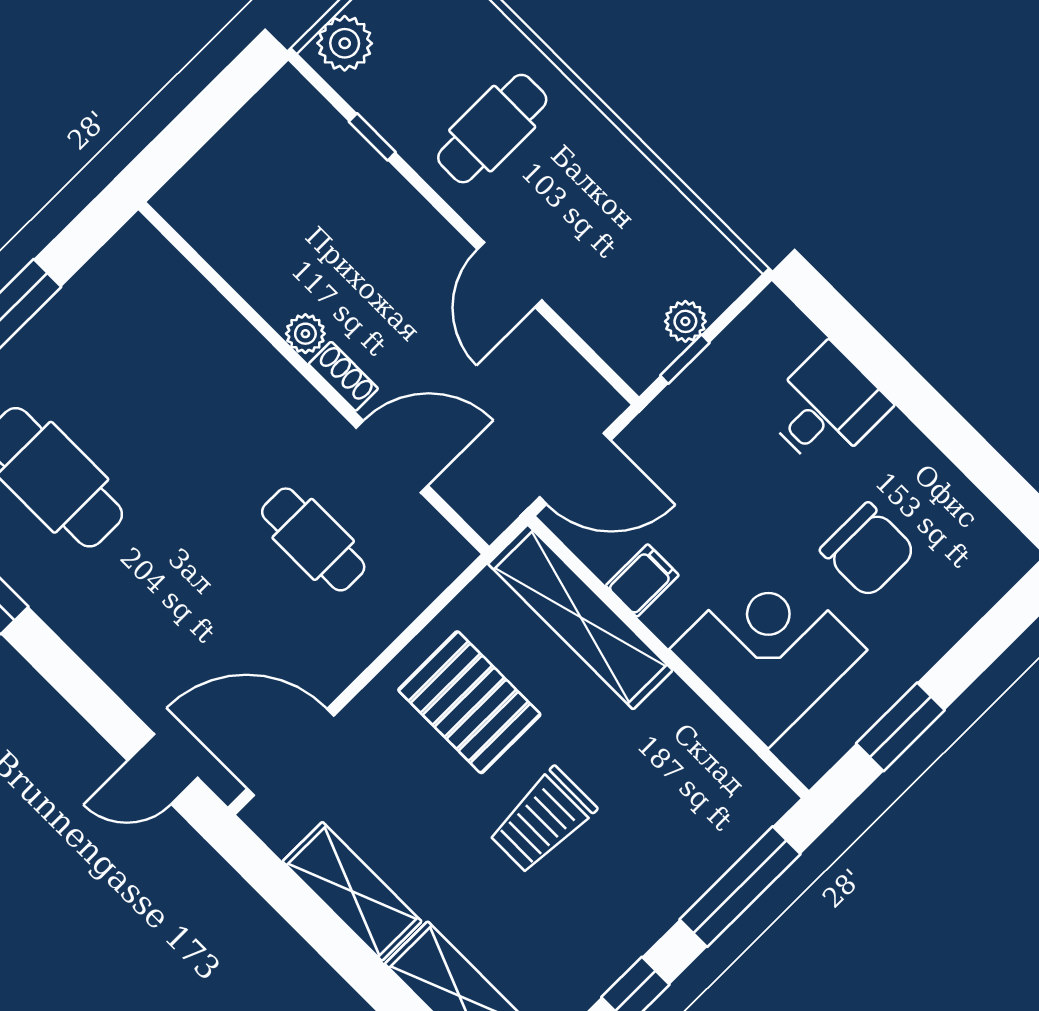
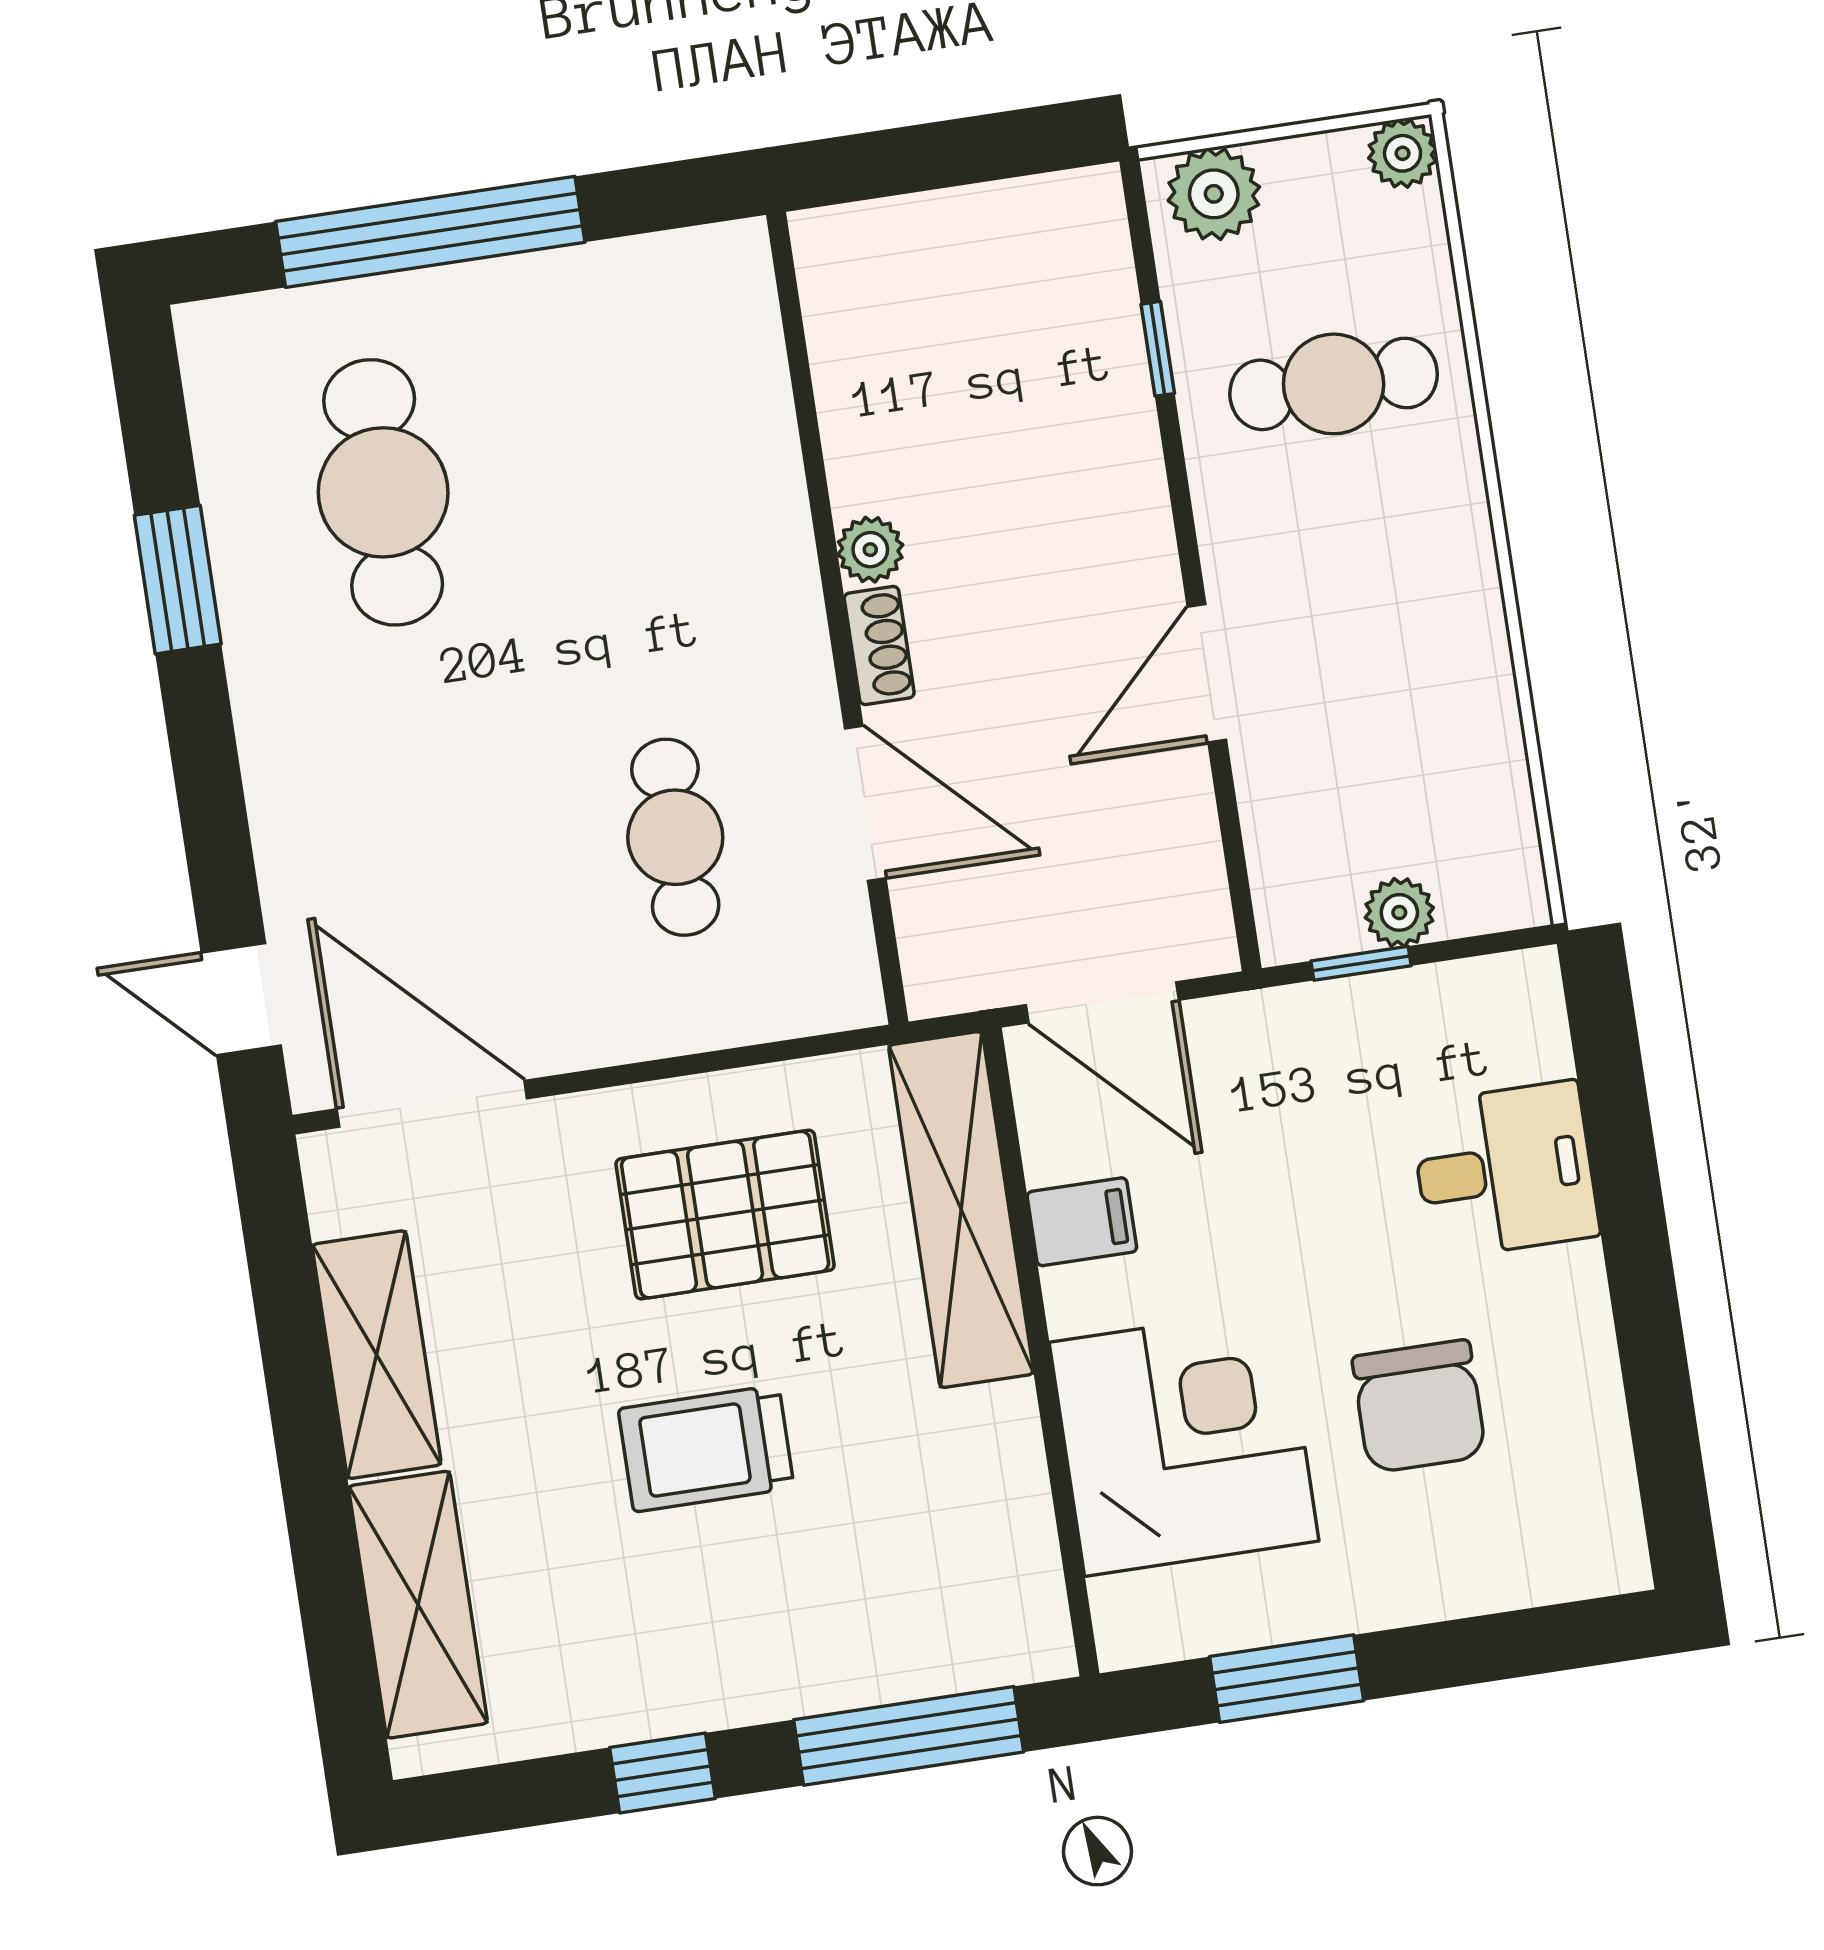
cafe table: (492, 129) -> (1334, 384), moved
pallet: (469, 702) -> (725, 1215), turned 90

